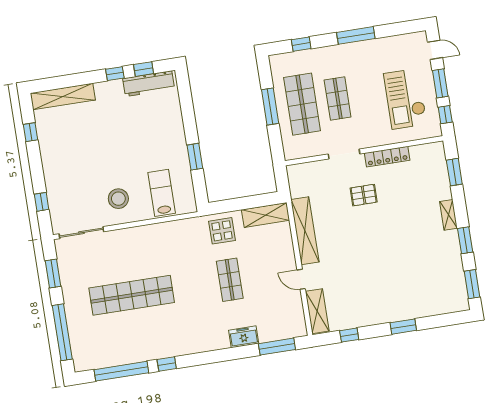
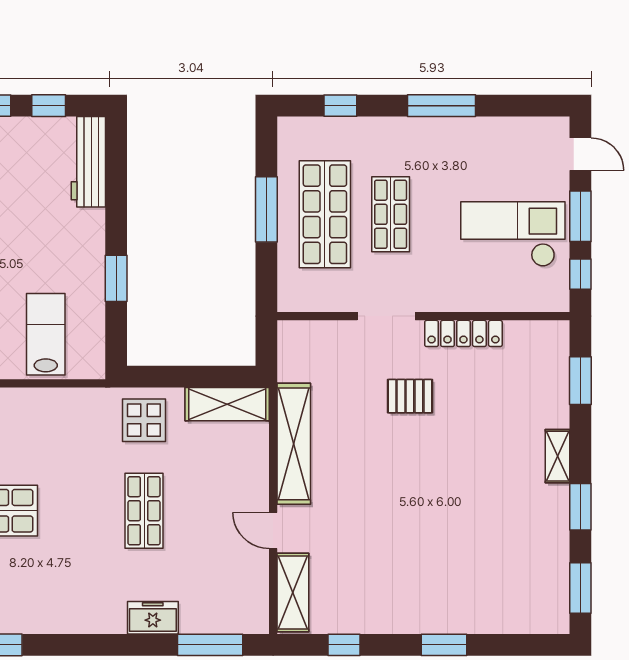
workbench: (149, 84) -> (88, 162), moved, turned 90
checkout: (405, 99) -> (513, 234), turned 90

